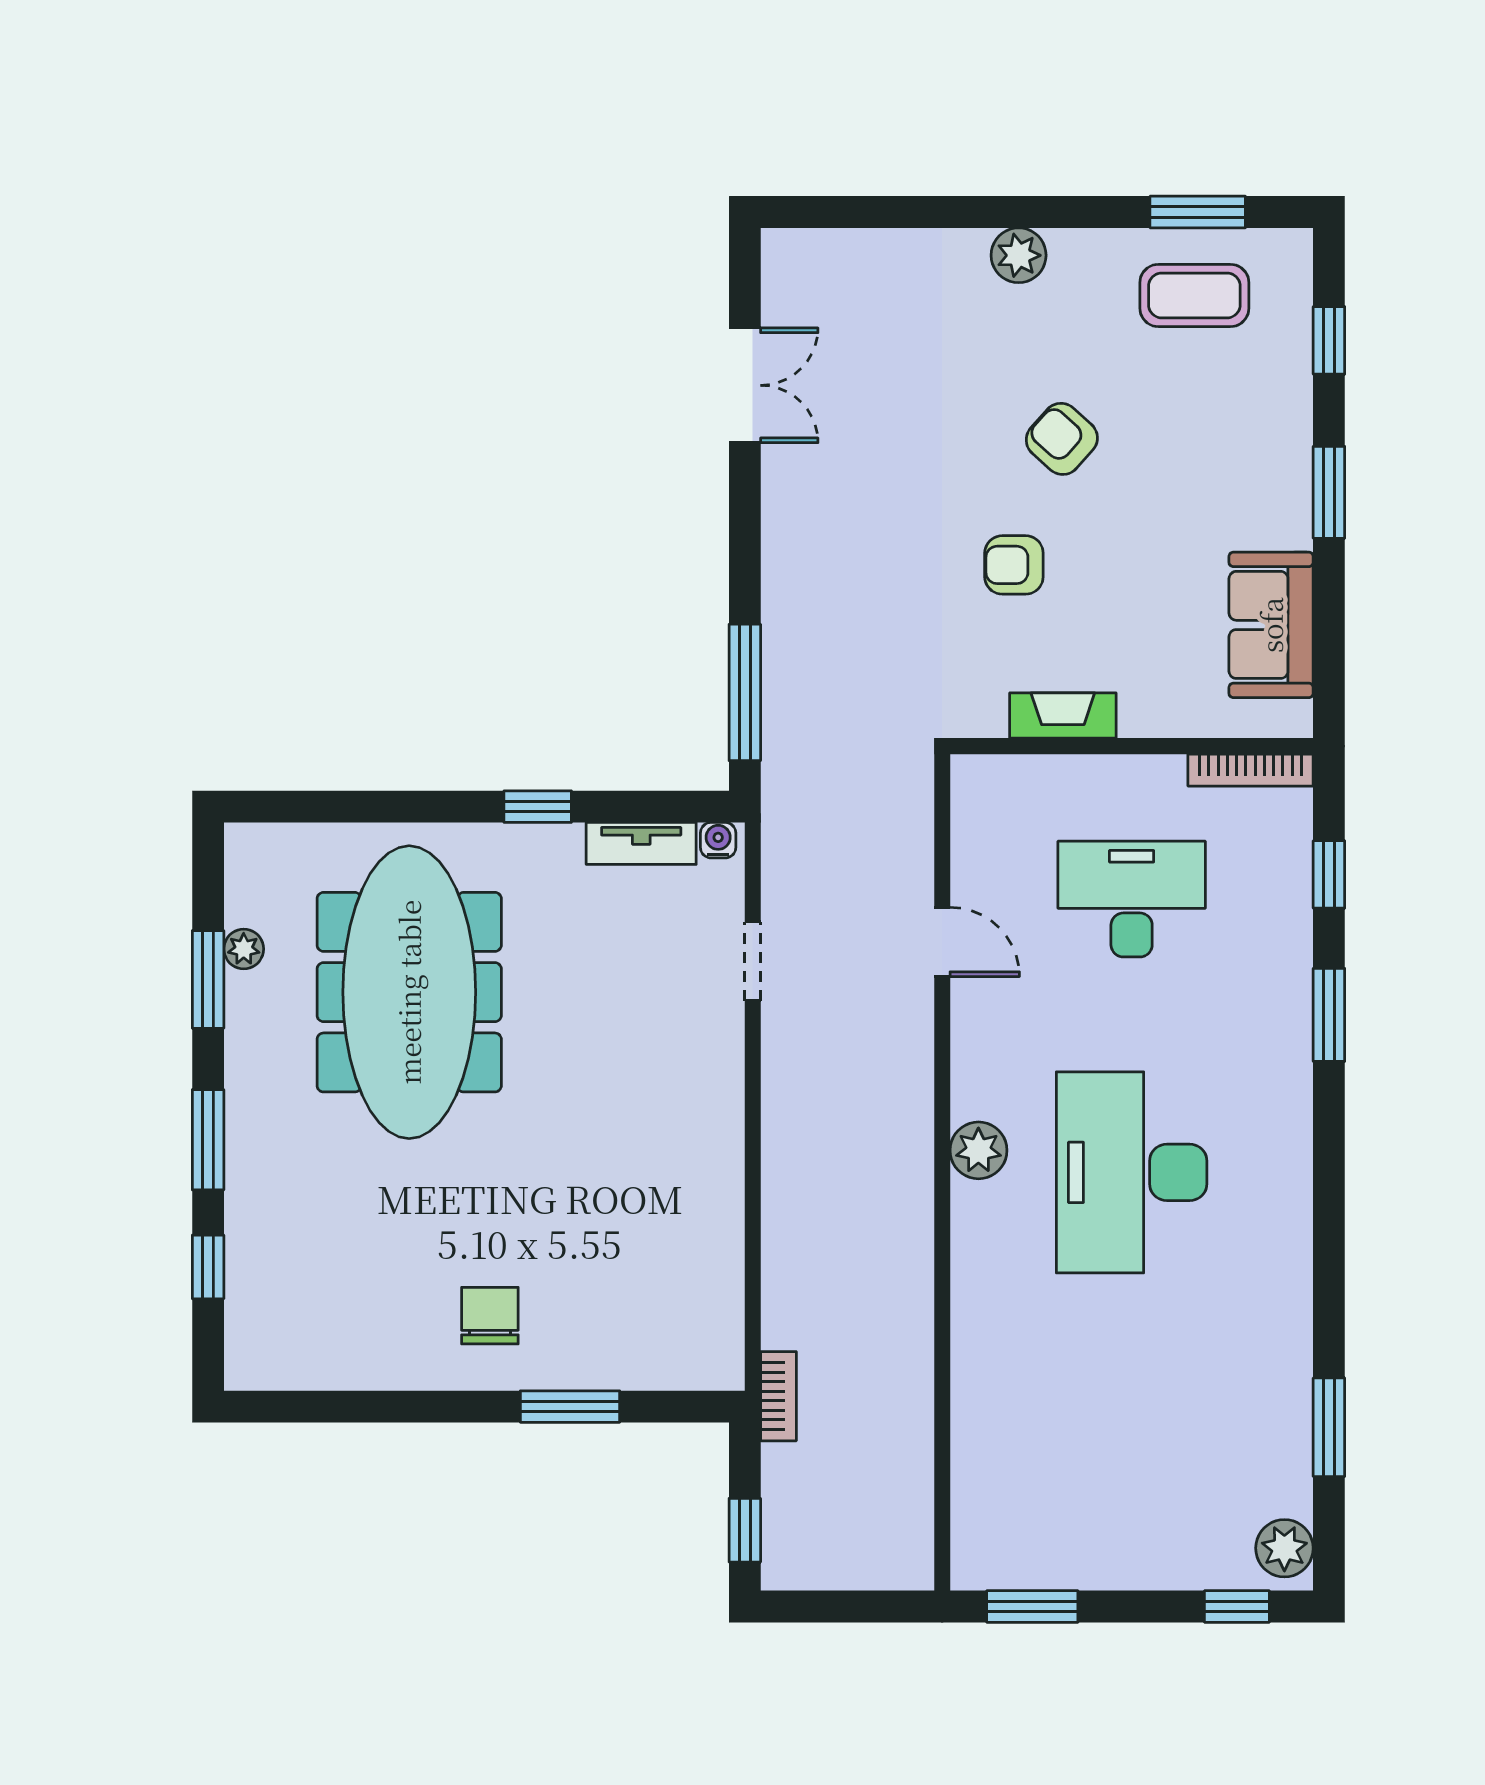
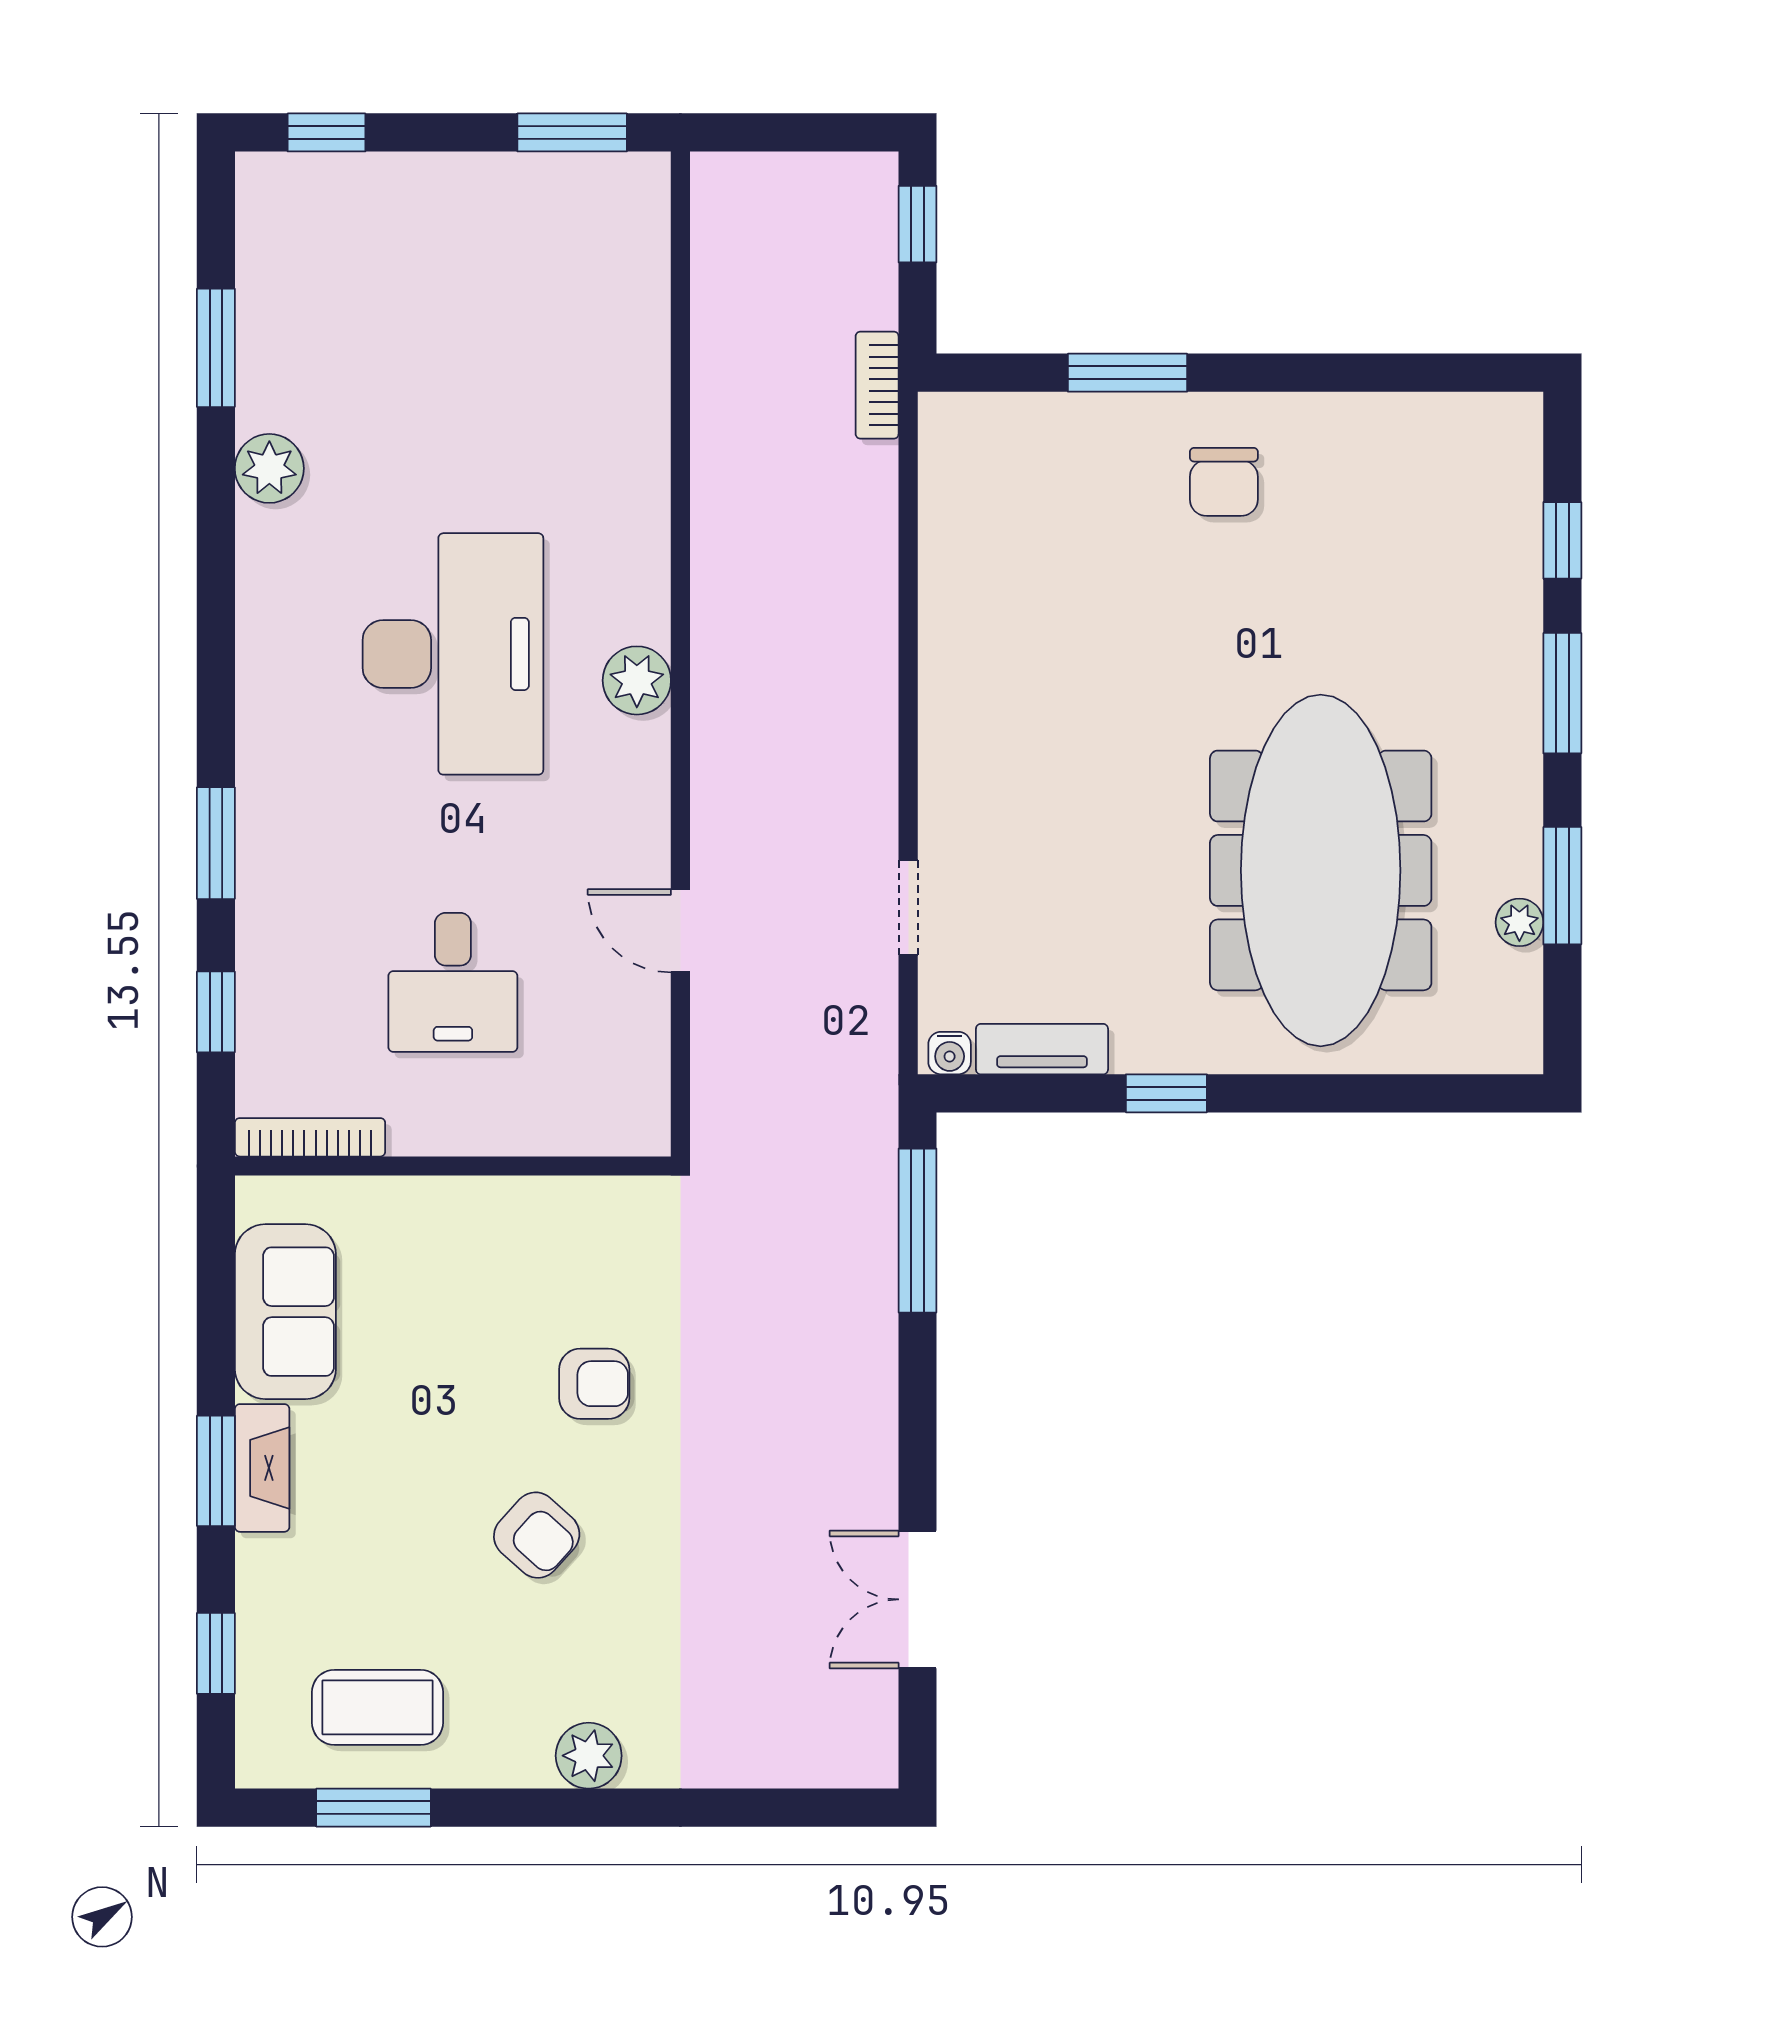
fireplace: (1063, 716) -> (262, 1468), moved, turned -90
desk: (1132, 899) -> (453, 982), width x0.73
plant: (1284, 1548) -> (269, 468), moved

